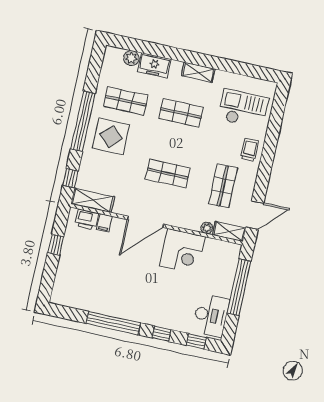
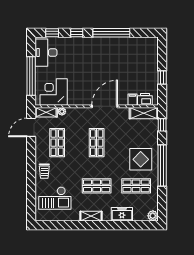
plant: (131, 58) -> (153, 216), moved
shop shelf: (168, 174) -> (97, 143), turned 90
corner desk: (182, 251) -> (54, 92), moved

